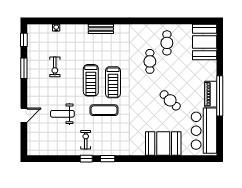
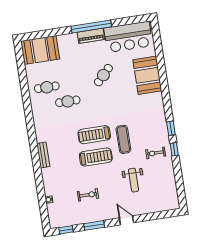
treadmill: (113, 82) -> (94, 135), turned 180
door: (24, 115) -> (127, 220), moved

